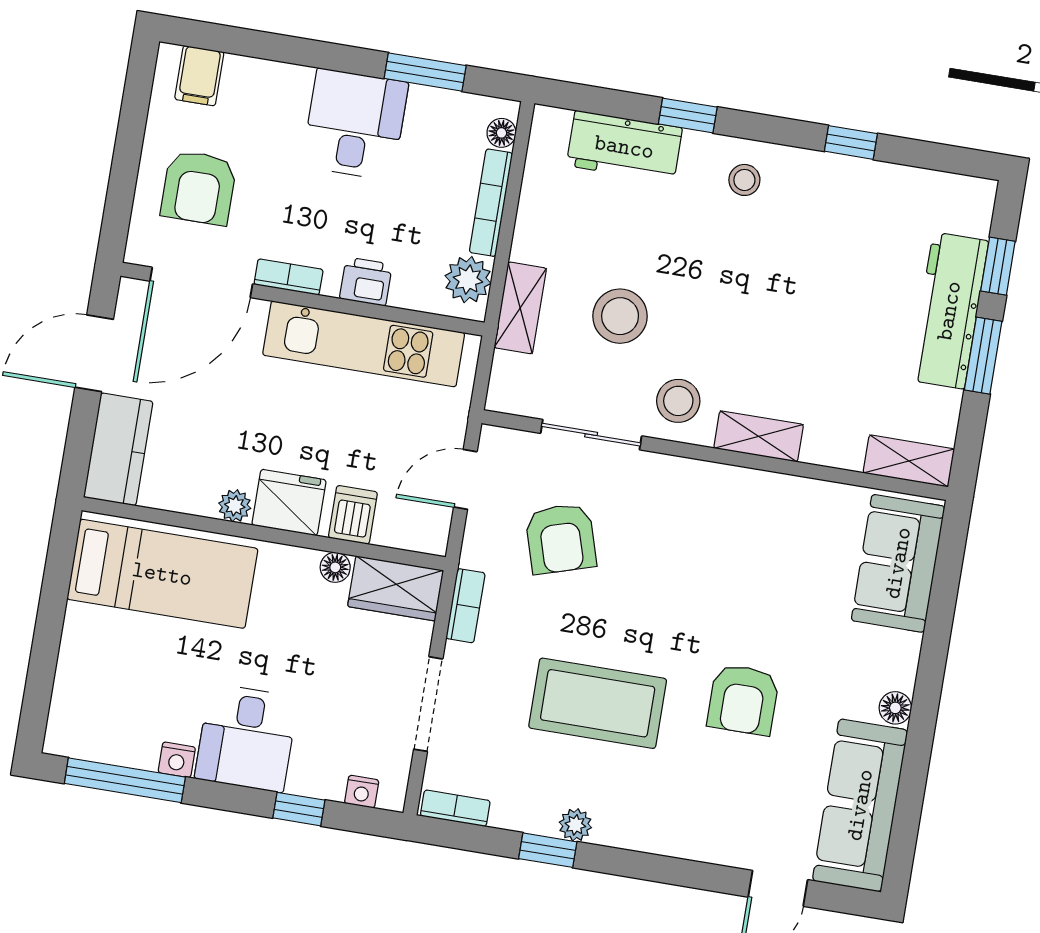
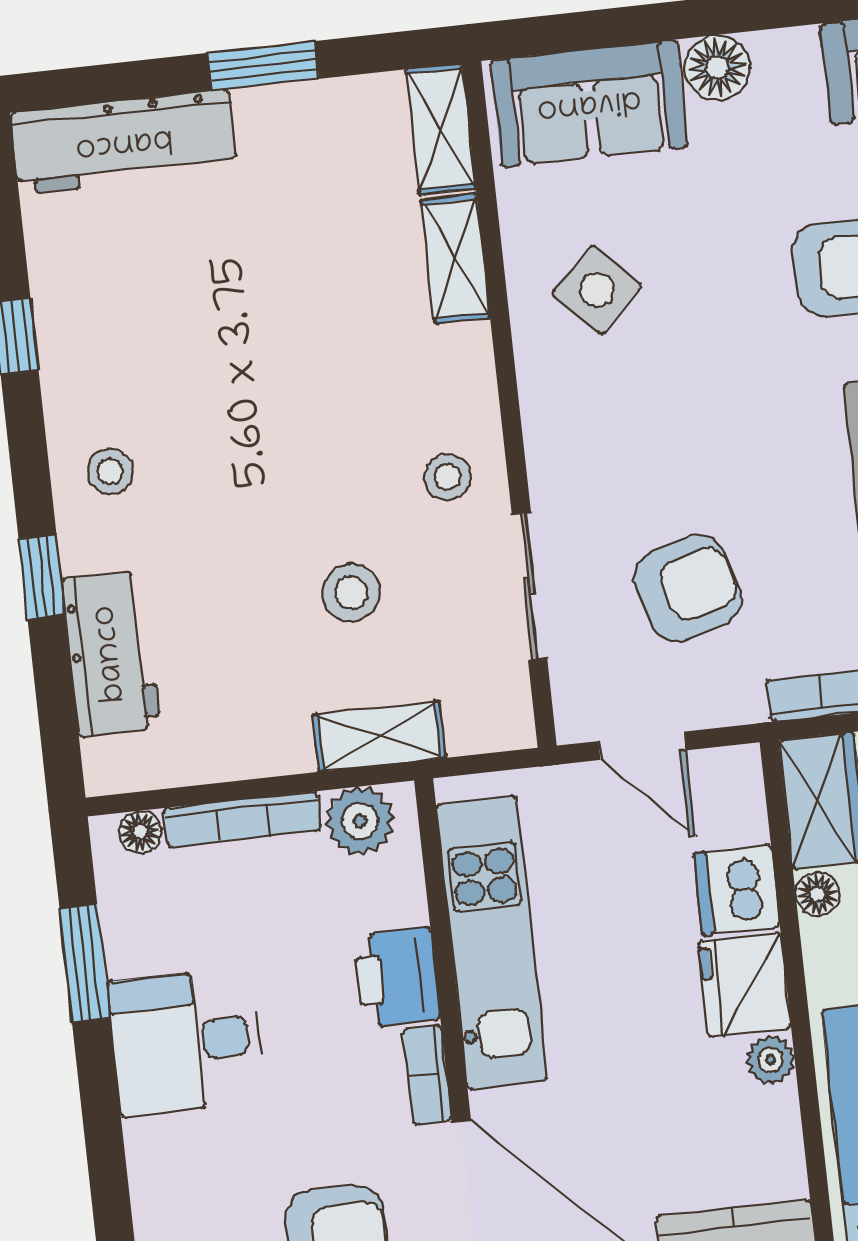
window: (998, 266) -> (131, 80), removed
printer: (366, 282) -> (397, 977), width x1.36, depth x1.24
workbench: (949, 311) -> (124, 142), moved
stool: (620, 316) -> (351, 593), width x0.73, depth x0.73
stool: (678, 401) -> (448, 477), width x0.73, depth x0.73
shelving: (759, 436) -> (456, 259), moved
dishwasher: (353, 515) -> (737, 890), width x1.38
side table: (774, 534) -> (597, 290), added
floor lamp: (895, 708) -> (717, 67), moved, width x1.37, depth x1.37

